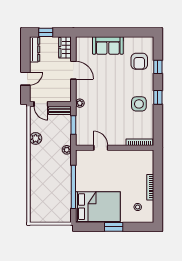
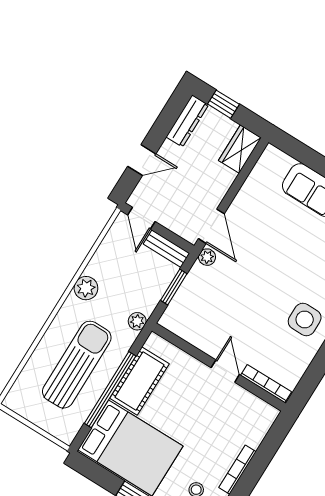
door: (73, 70) -> (211, 226), moved
plant: (36, 138) -> (86, 288), moved
door: (101, 148) -> (225, 371), moved
cot: (84, 175) -> (139, 381), added
sun lounger: (52, 185) -> (77, 365), added

